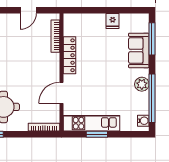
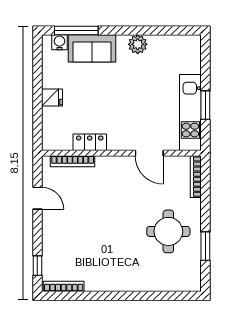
fridge: (113, 21) -> (52, 97), moved
locker: (69, 55) -> (90, 142), width x0.66
window: (152, 98) -> (156, 31), removed
water cooler: (143, 121) -> (59, 42), moved

